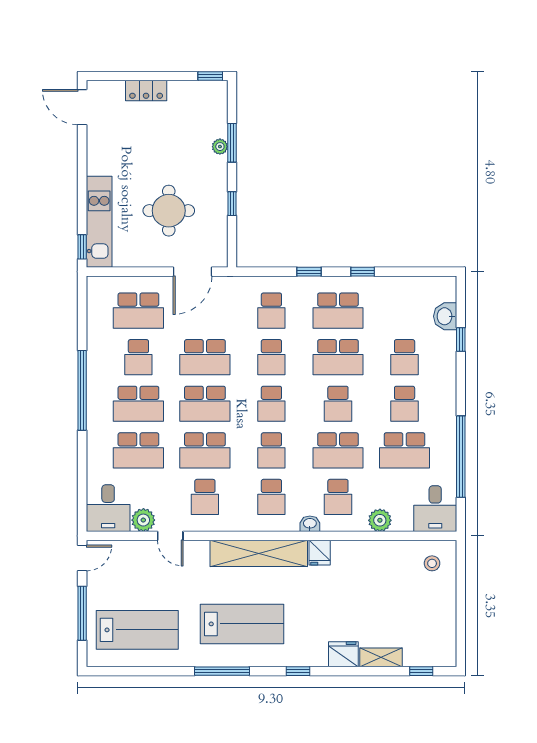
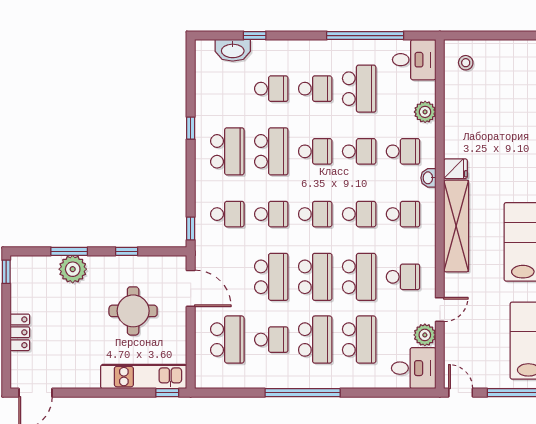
plant: (220, 147) -> (73, 269), width x1.88, depth x1.88
window: (309, 272) -> (191, 228), moved
washbasin: (445, 316) -> (233, 50), width x1.38
school desk: (338, 450) -> (359, 151), width x0.54

